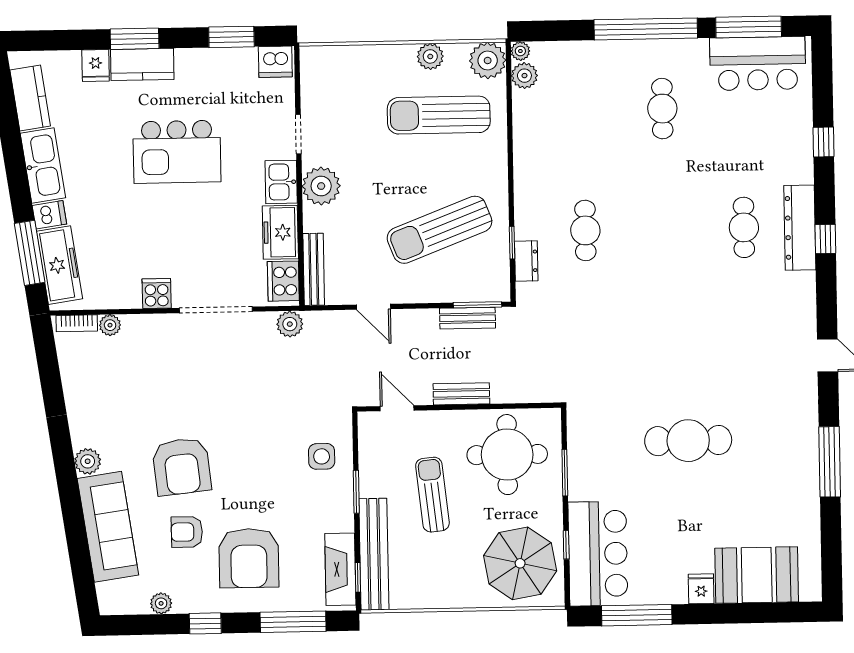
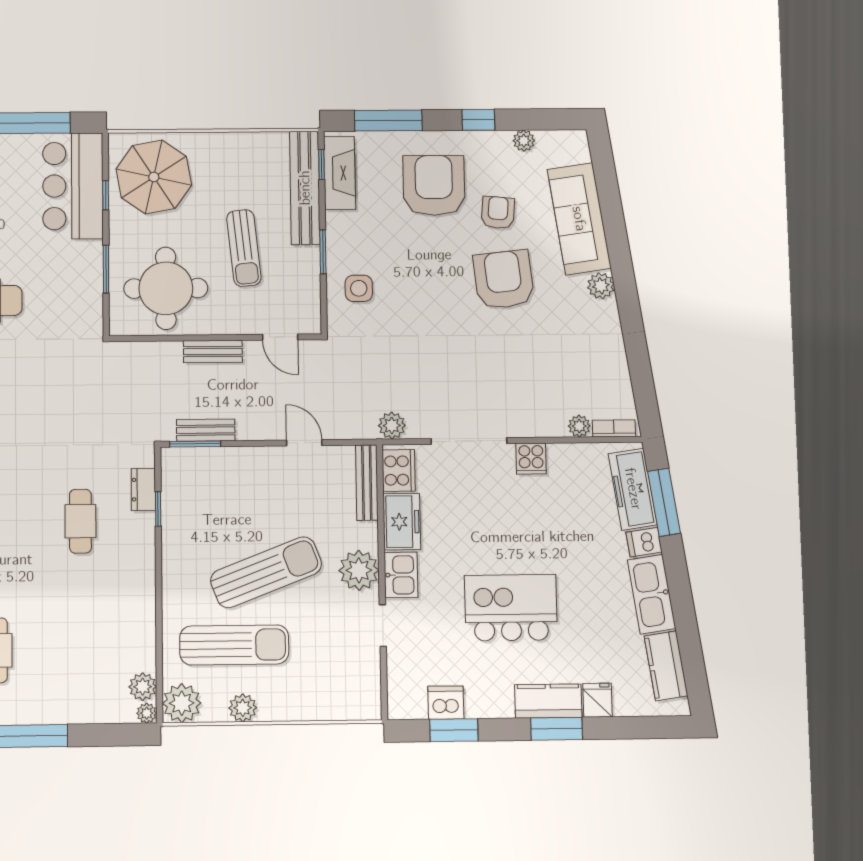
dishwasher: (275, 62) -> (446, 703), moved
sun lounger: (440, 230) -> (266, 572), moved
armchair: (187, 532) -> (498, 213), turned -85

